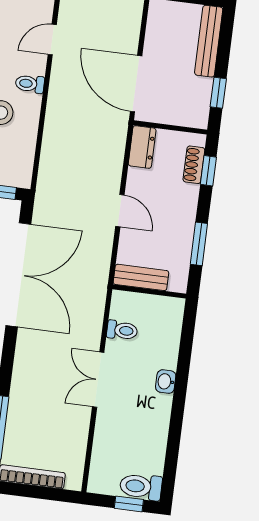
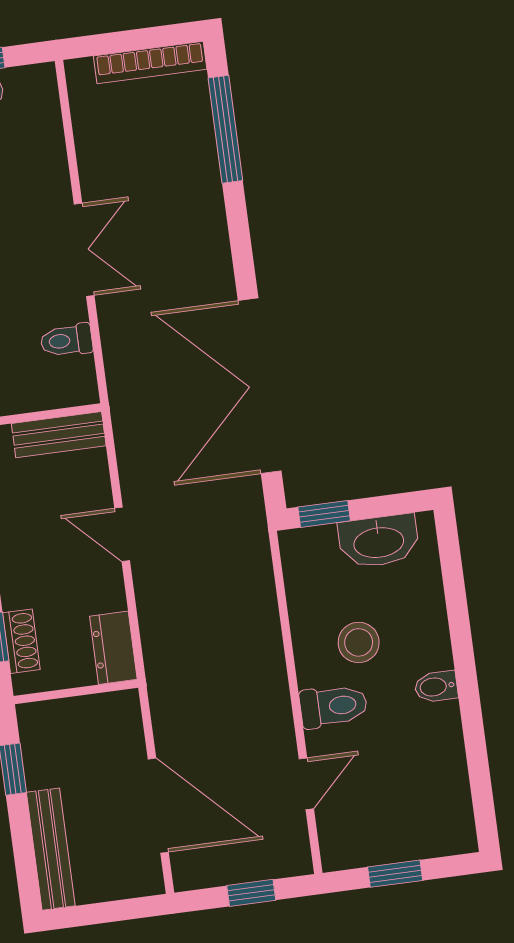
toilet: (30, 84) -> (333, 706), width x1.37, depth x1.39
door: (136, 84) -> (158, 806), moved

